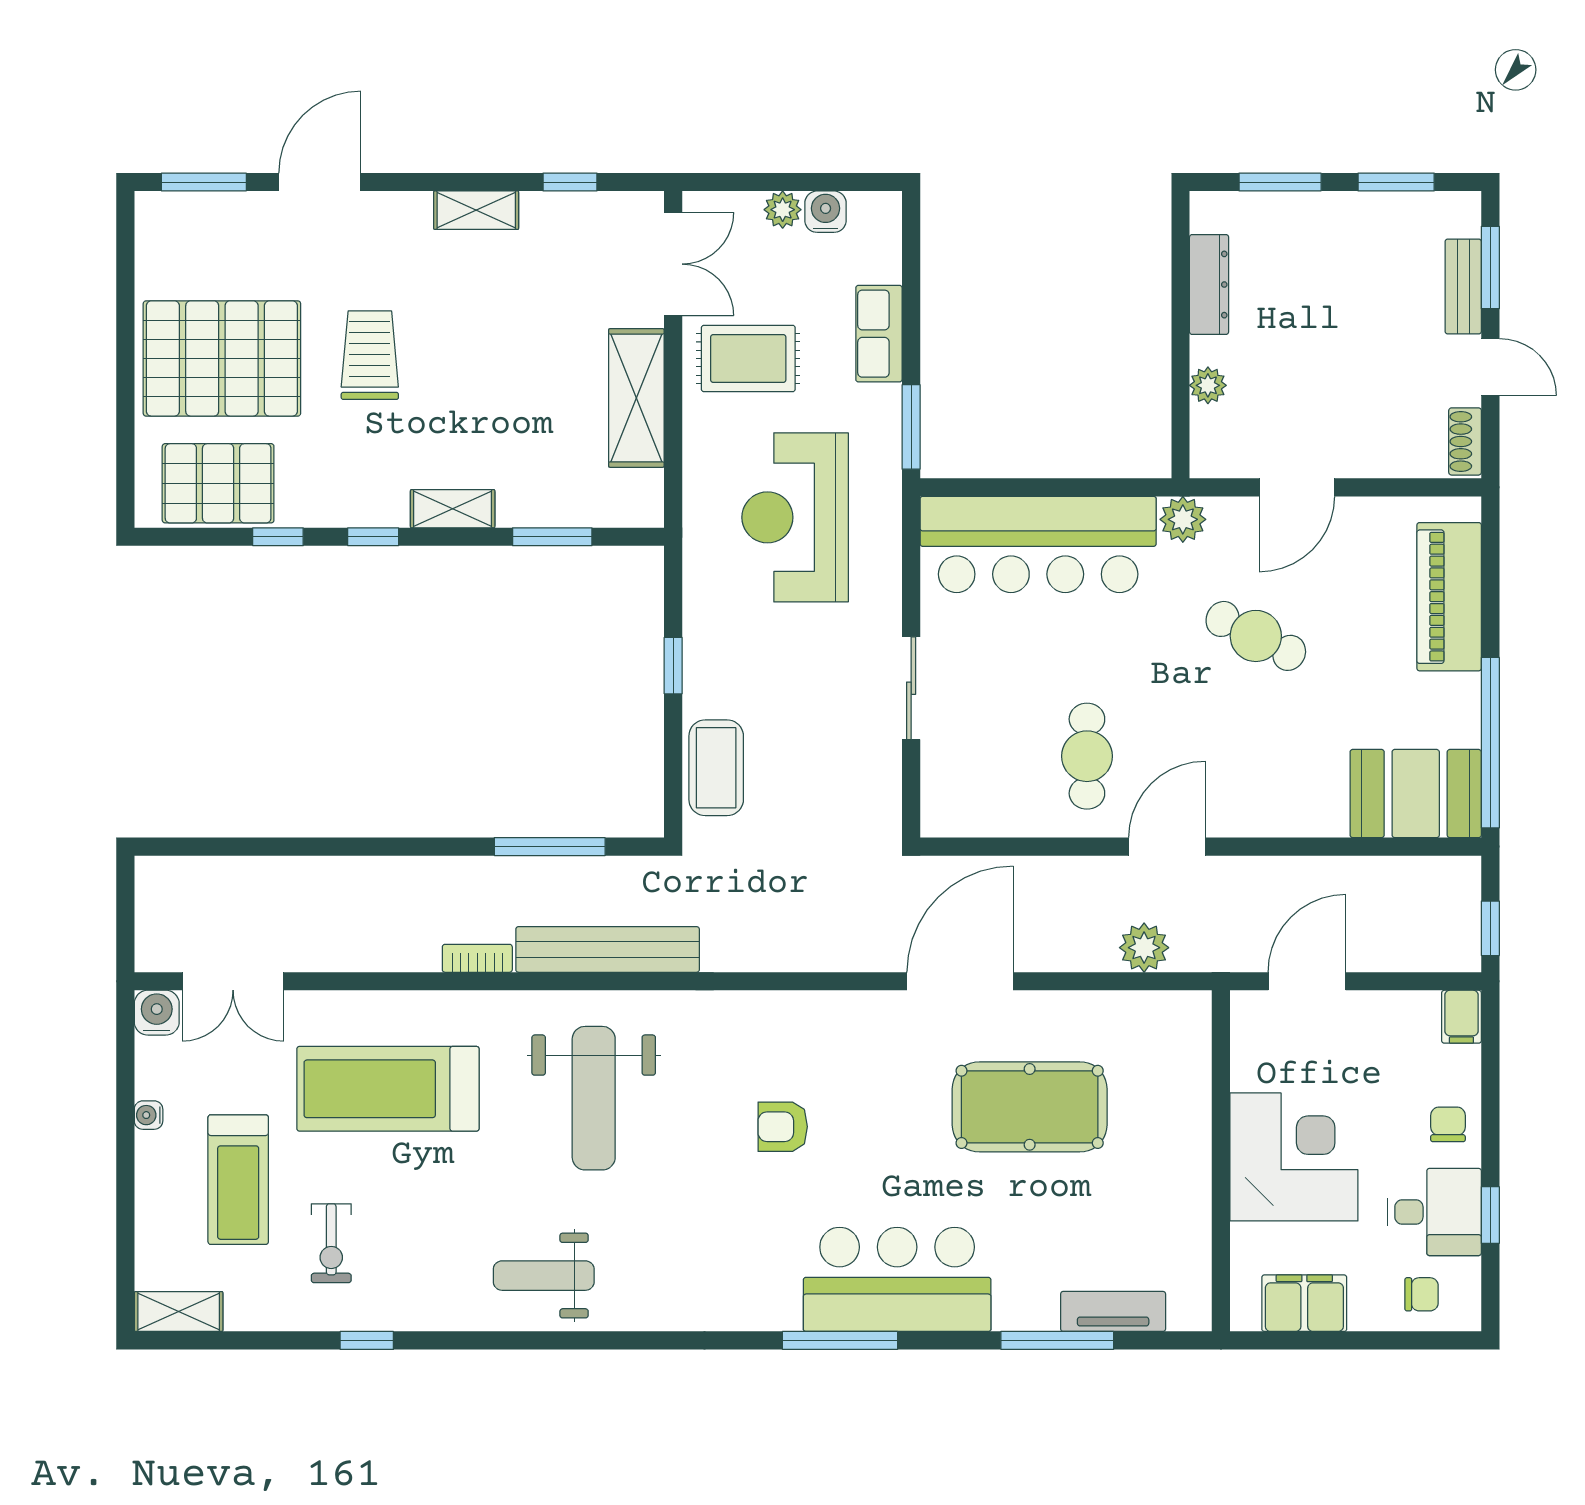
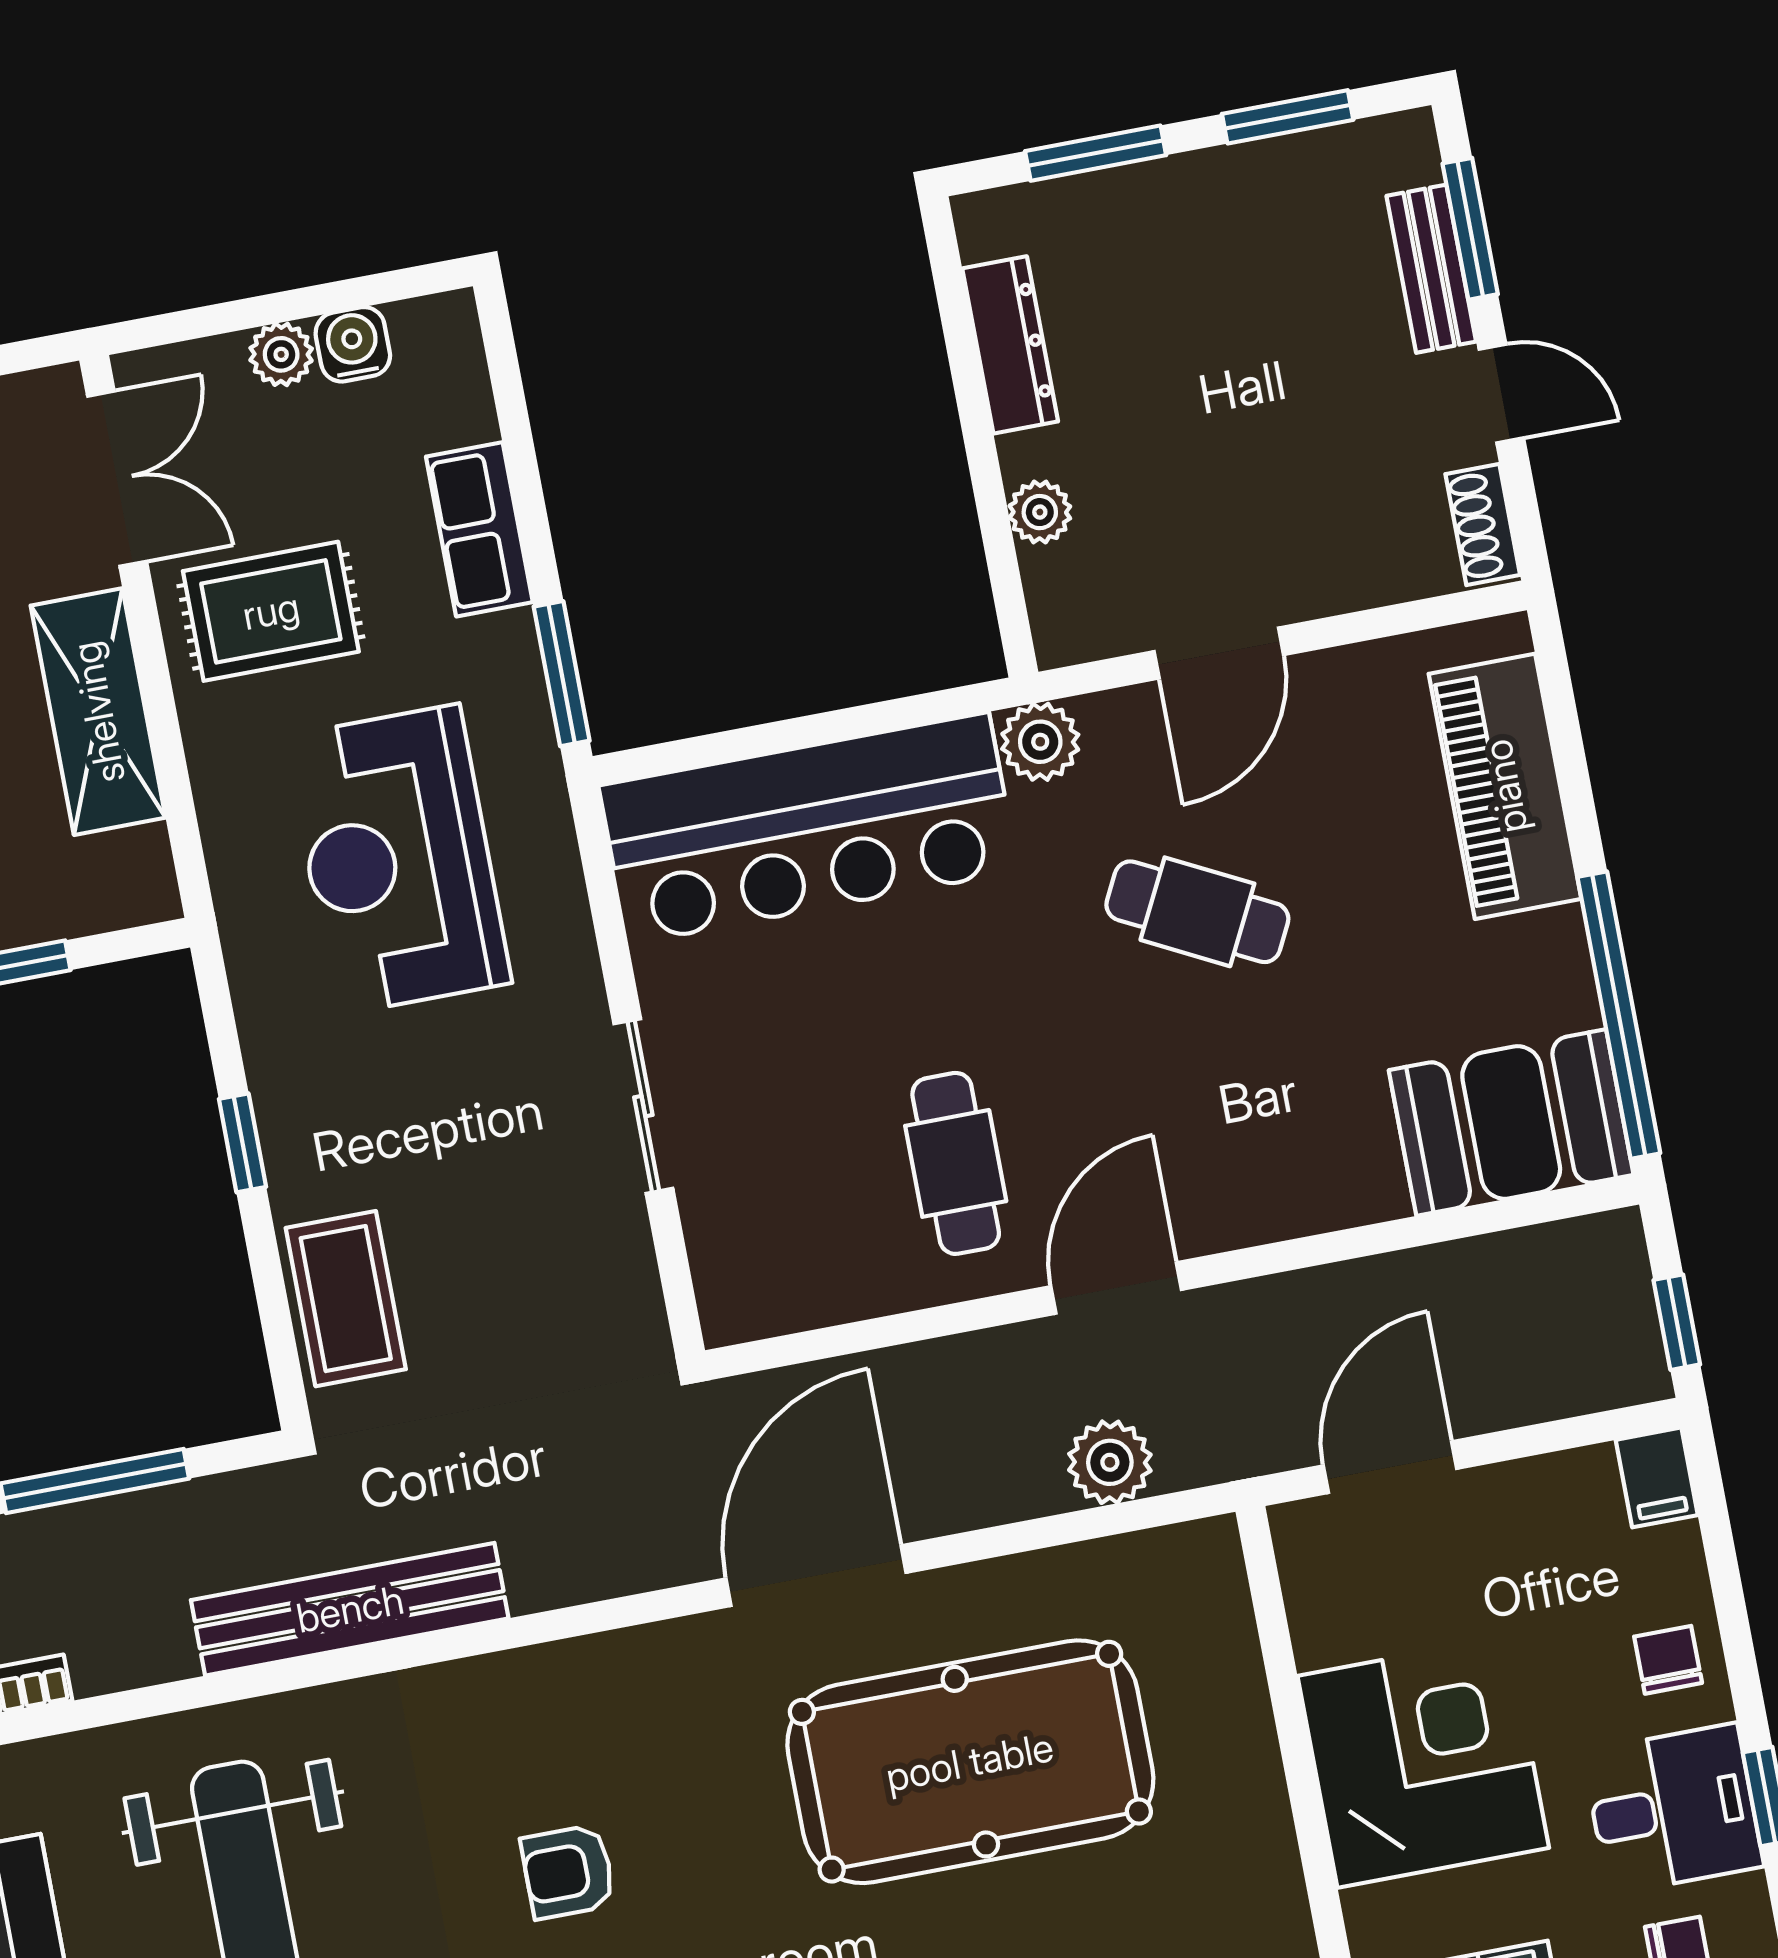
bench: (608, 949) -> (350, 1609), moved
pool table: (1030, 1107) -> (970, 1762), width x1.36, depth x1.32

